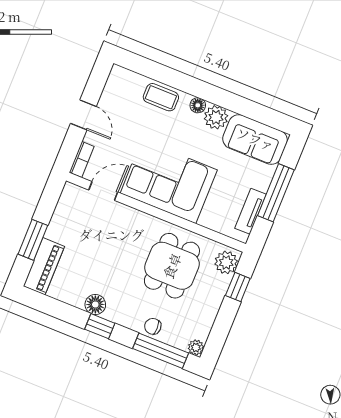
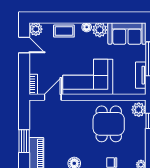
plant: (119, 77) -> (36, 29), added
door: (83, 115) -> (24, 45), moved

